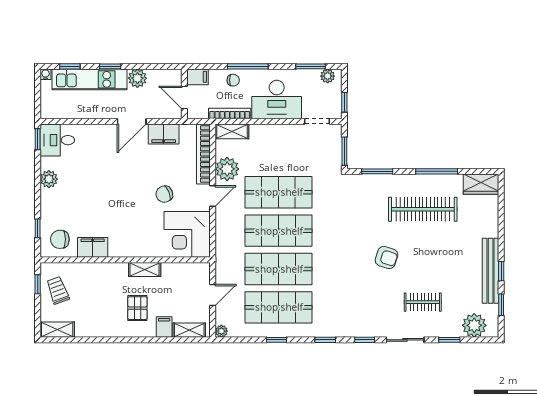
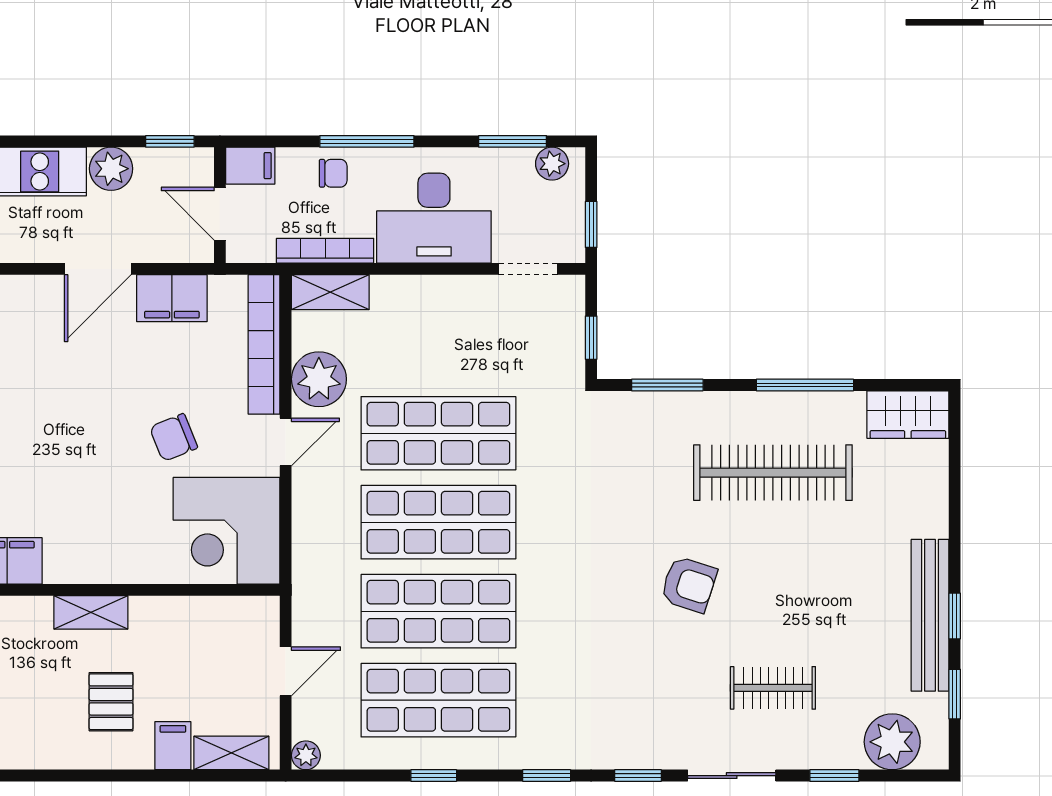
window: (110, 66) -> (170, 141), moved
window: (344, 151) -> (591, 338), width x0.67
shelving: (145, 270) -> (91, 612), moved

